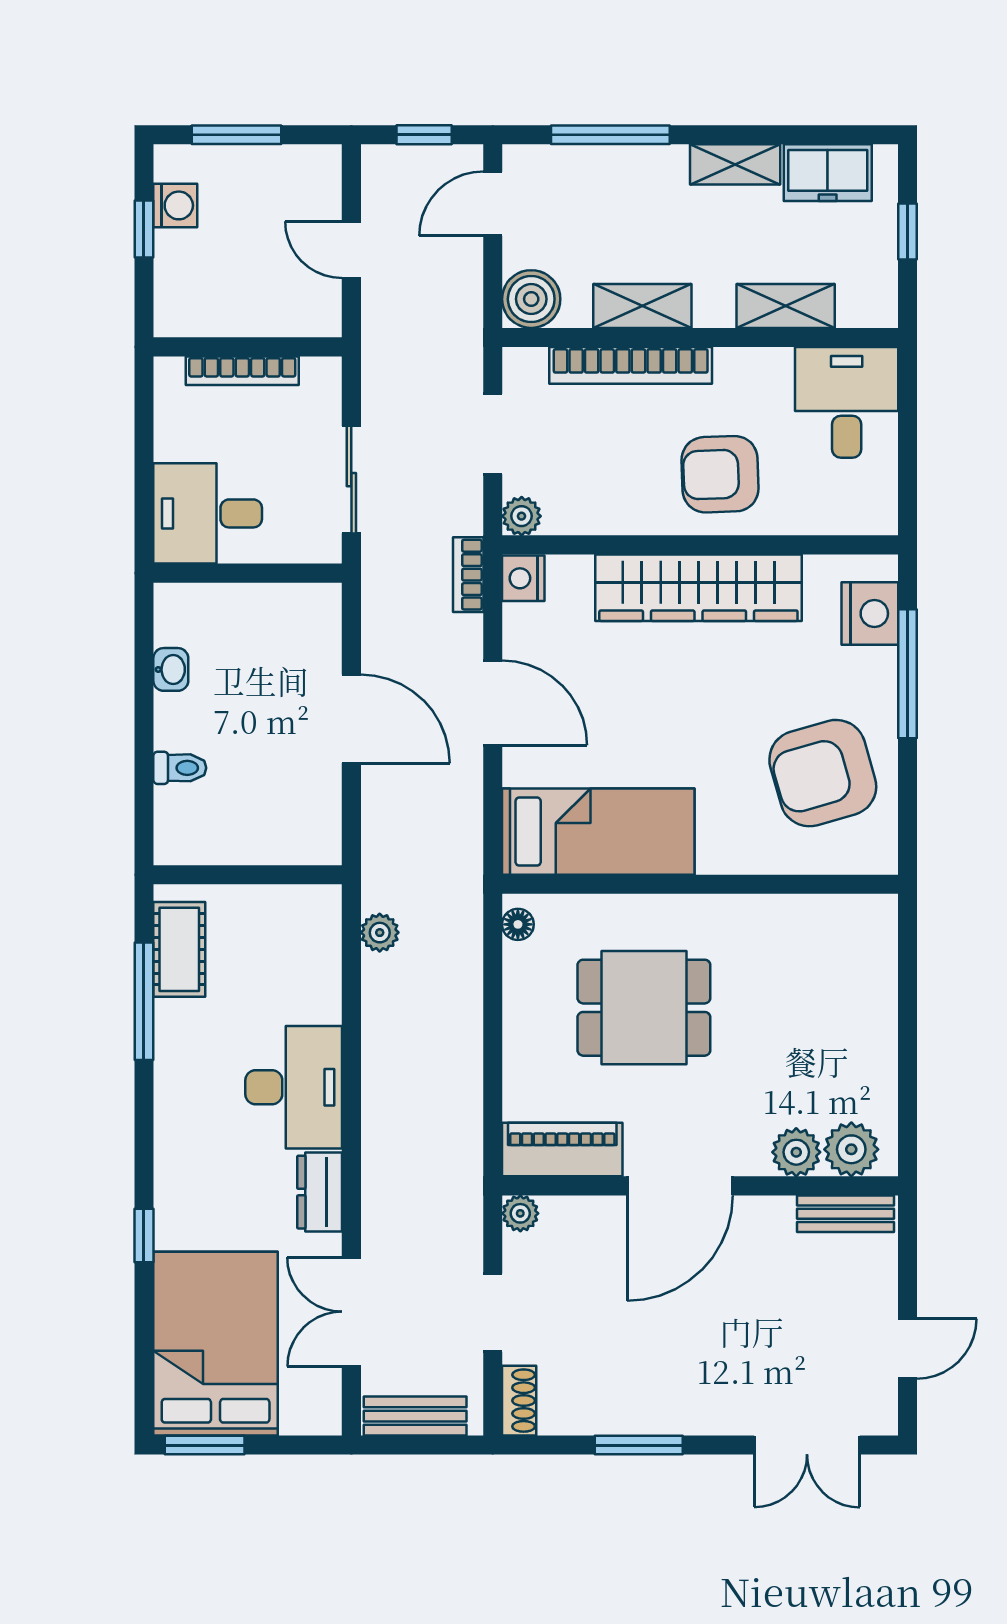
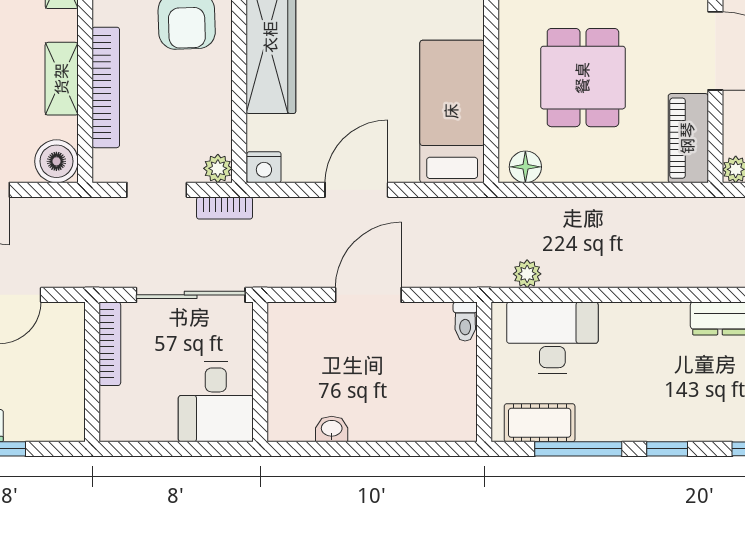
bookcase: (242, 371) -> (110, 344), moved
sliding door: (351, 480) -> (191, 295), width x1.37
bookcase: (468, 575) -> (225, 208), moved
toilet: (180, 768) -> (465, 322), moved, turned 180
floor lamp: (518, 924) -> (525, 167), width x1.37, depth x1.37
desk: (294, 1087) -> (552, 338), moved
window: (144, 1121) -> (667, 449), added

